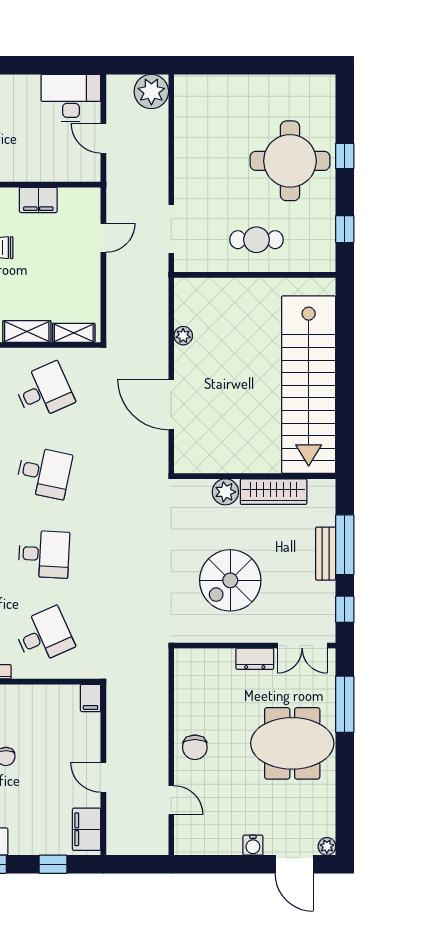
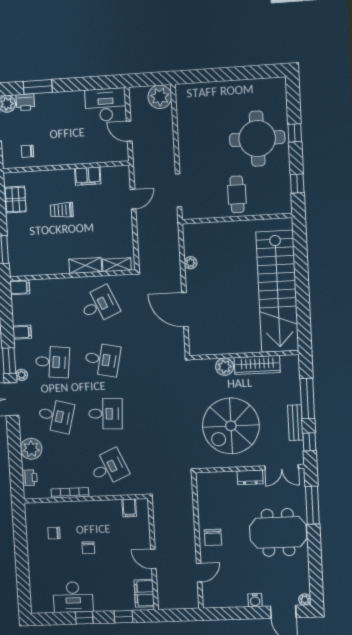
cafe table: (256, 240) -> (237, 194), turned 90
bench: (326, 554) -> (295, 423), moved
spiral stairs: (230, 580) -> (231, 426), width x1.37, depth x1.37
filing cabinet: (91, 698) -> (129, 508), moved
door: (171, 800) -> (199, 573), hinge flipped

